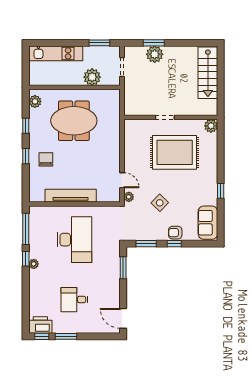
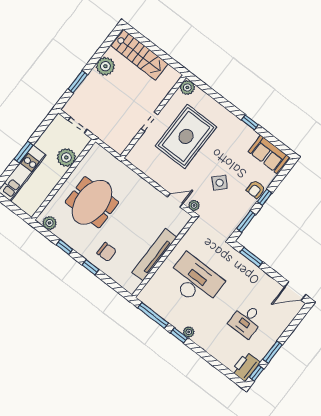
window: (99, 43) -> (24, 152), moved
plant: (155, 54) -> (105, 66), moved
chair: (46, 159) -> (107, 252), turned 180

